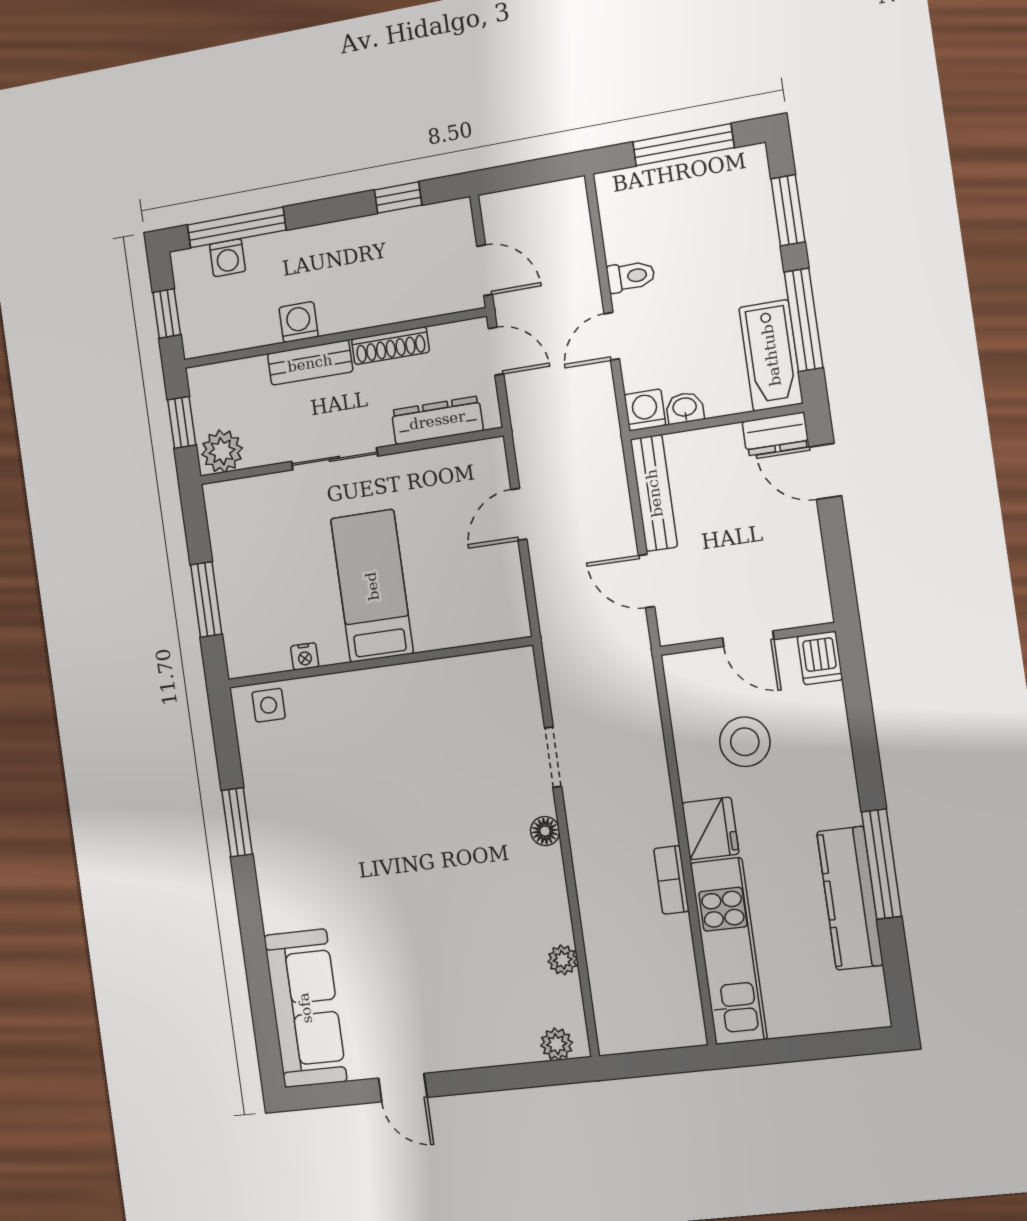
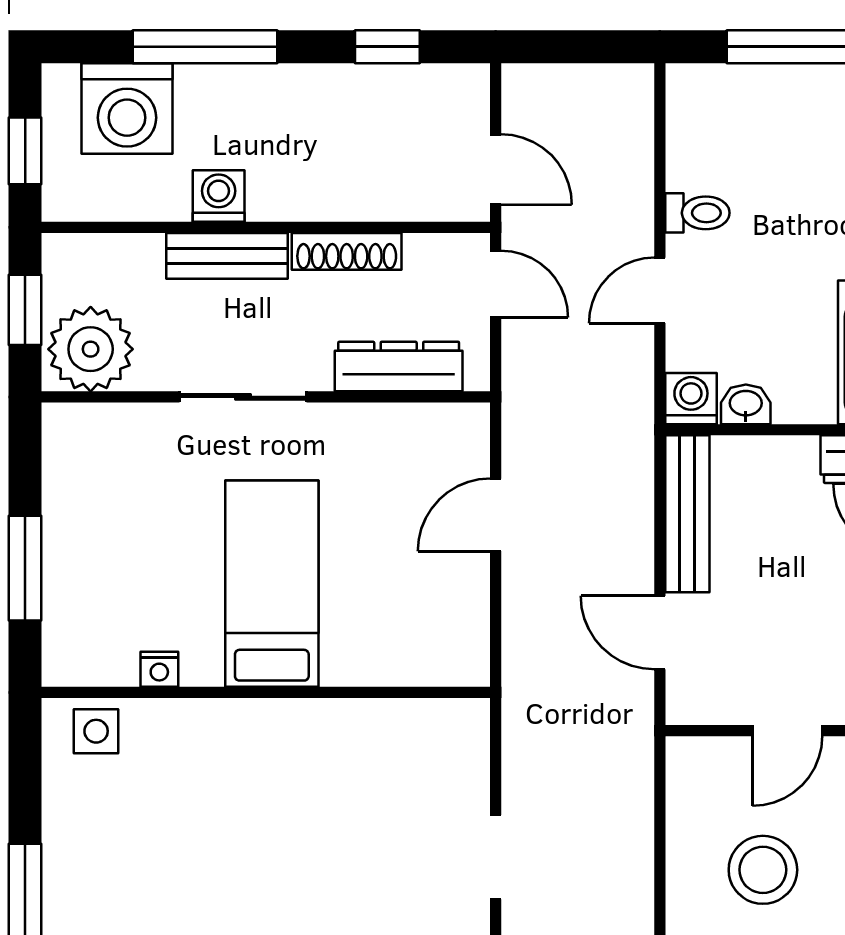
window: (237, 227) -> (205, 47), moved
washing machine: (227, 258) -> (127, 109), width x1.89, depth x1.89
plant: (222, 451) -> (91, 349), width x1.36, depth x1.36
door: (748, 639) -> (787, 731), hinge flipped

